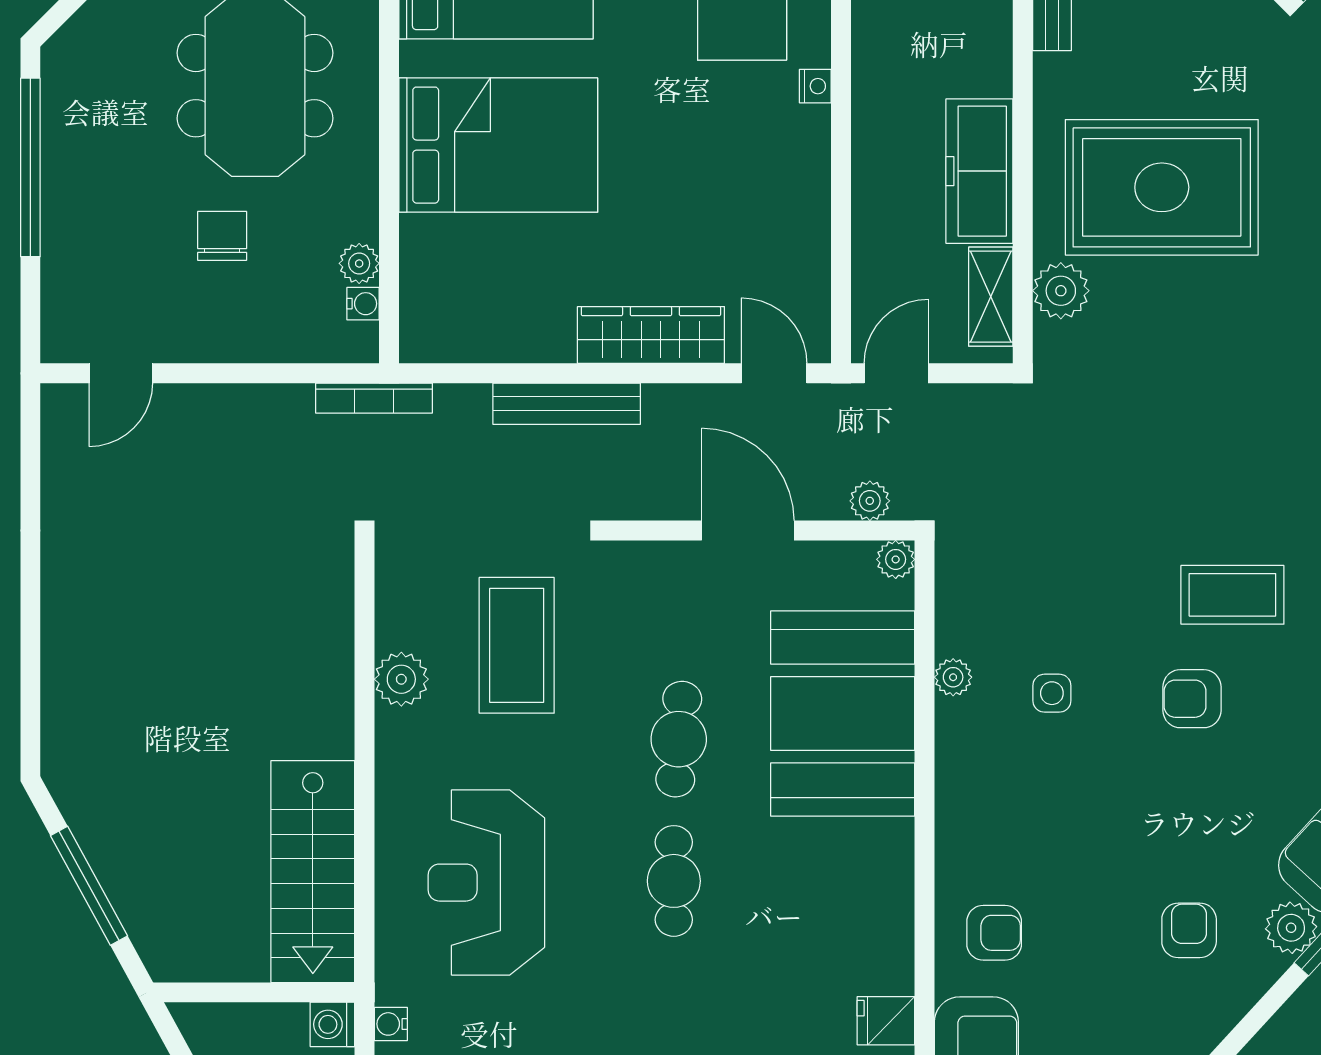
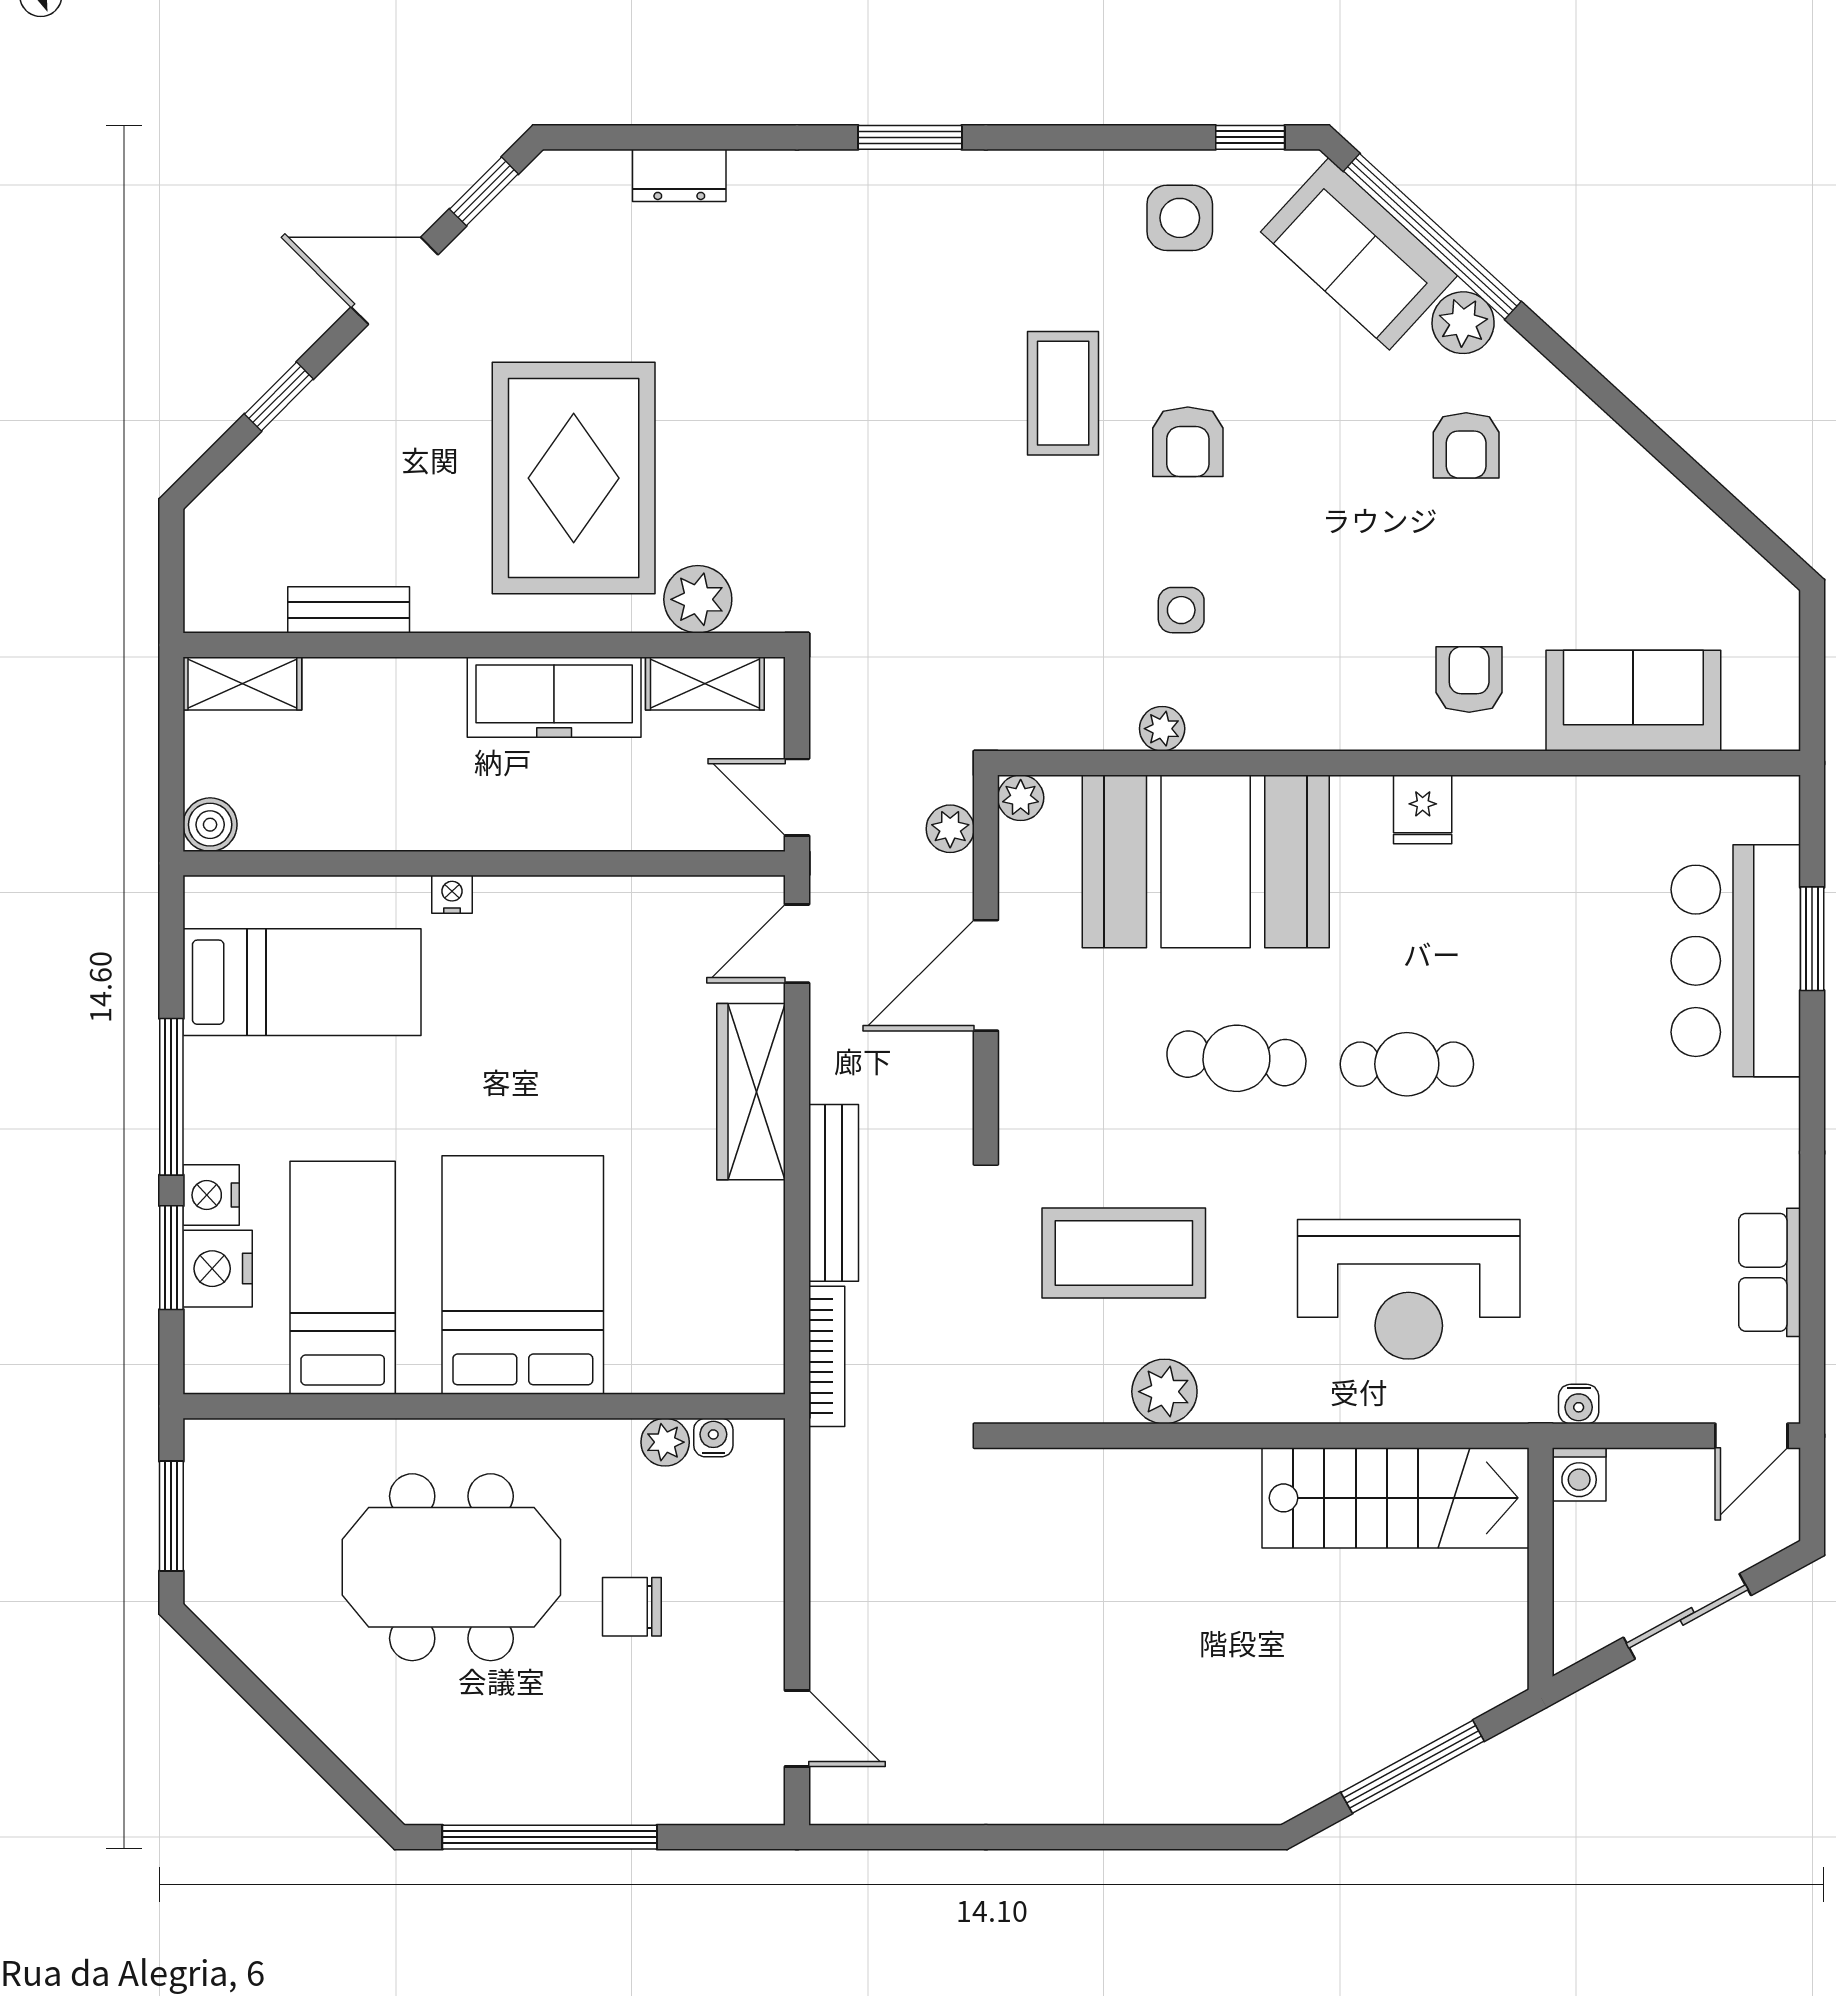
bookcase: (374, 398) -> (827, 1356), moved
armchair: (1189, 930) -> (1466, 445), turned -90
fridge: (886, 1021) -> (1423, 809), moved

